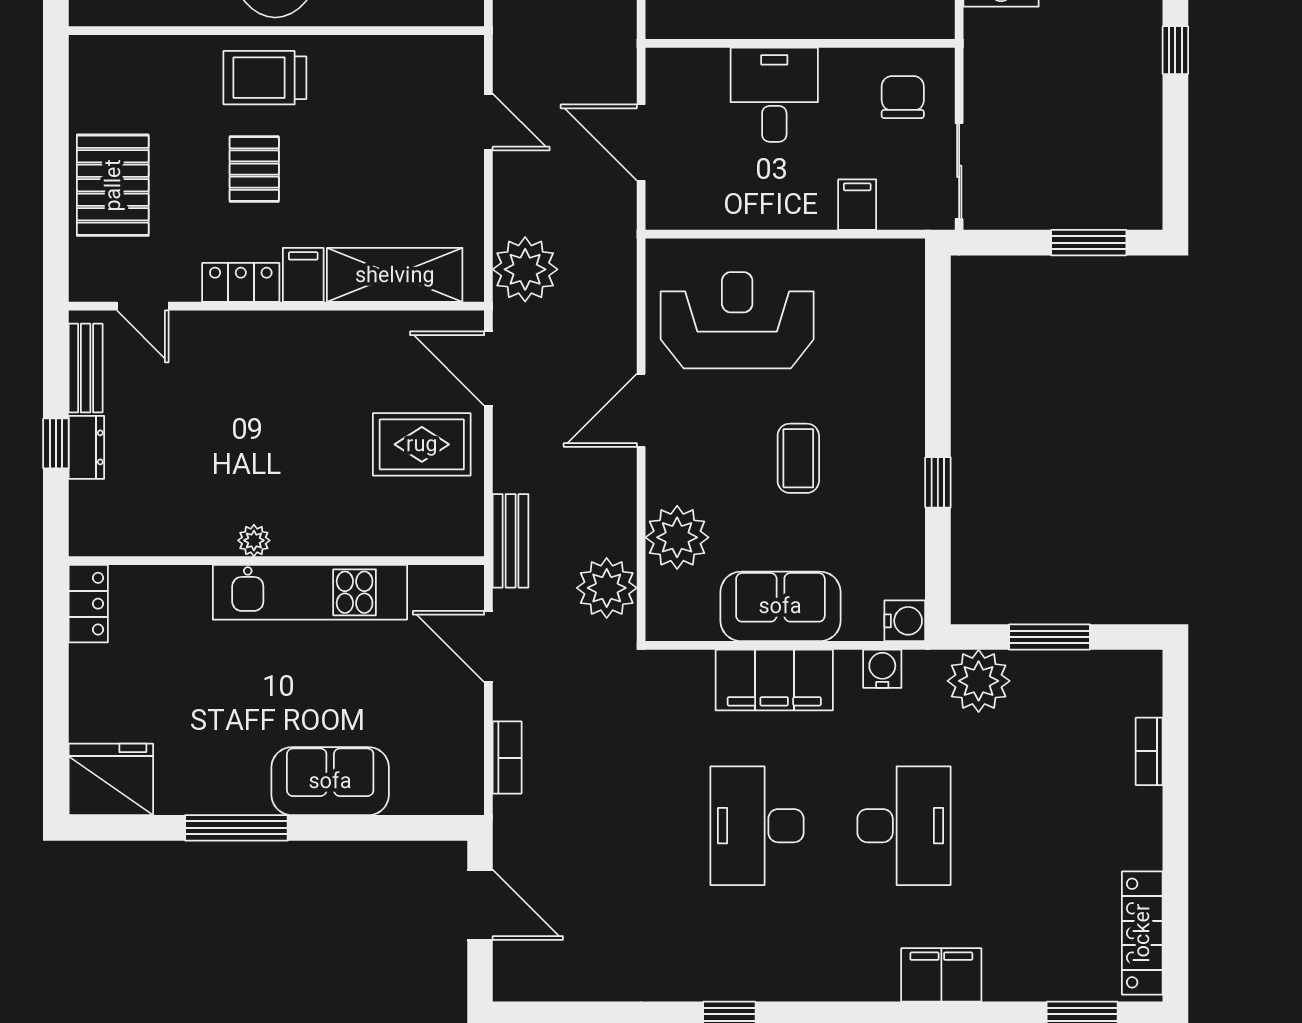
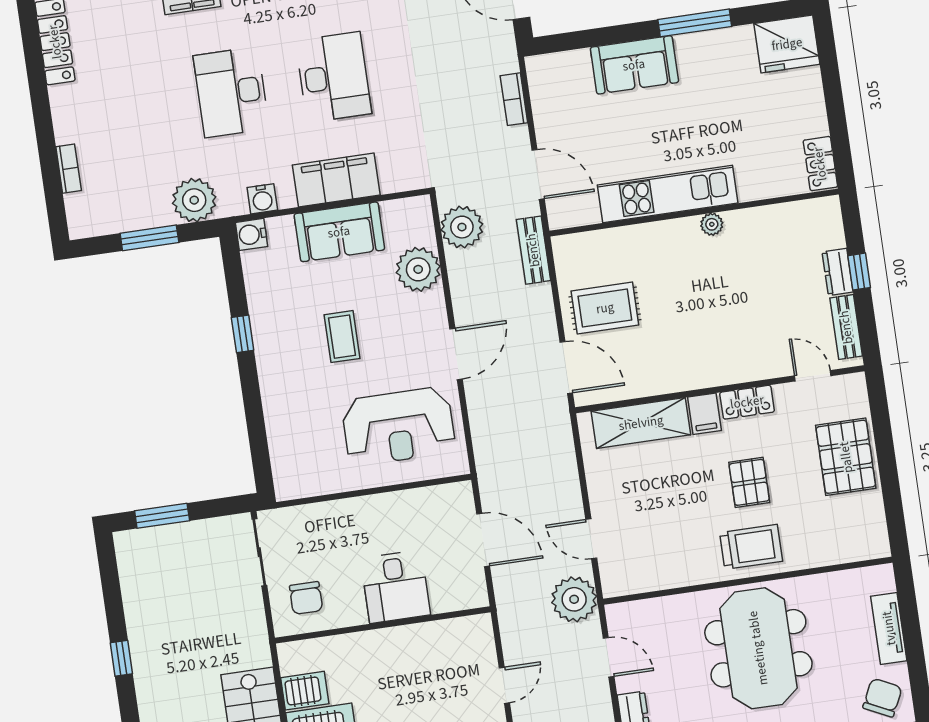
filing cabinet: (857, 205) -> (327, 519), removed
plant: (525, 269) -> (574, 599), moved

